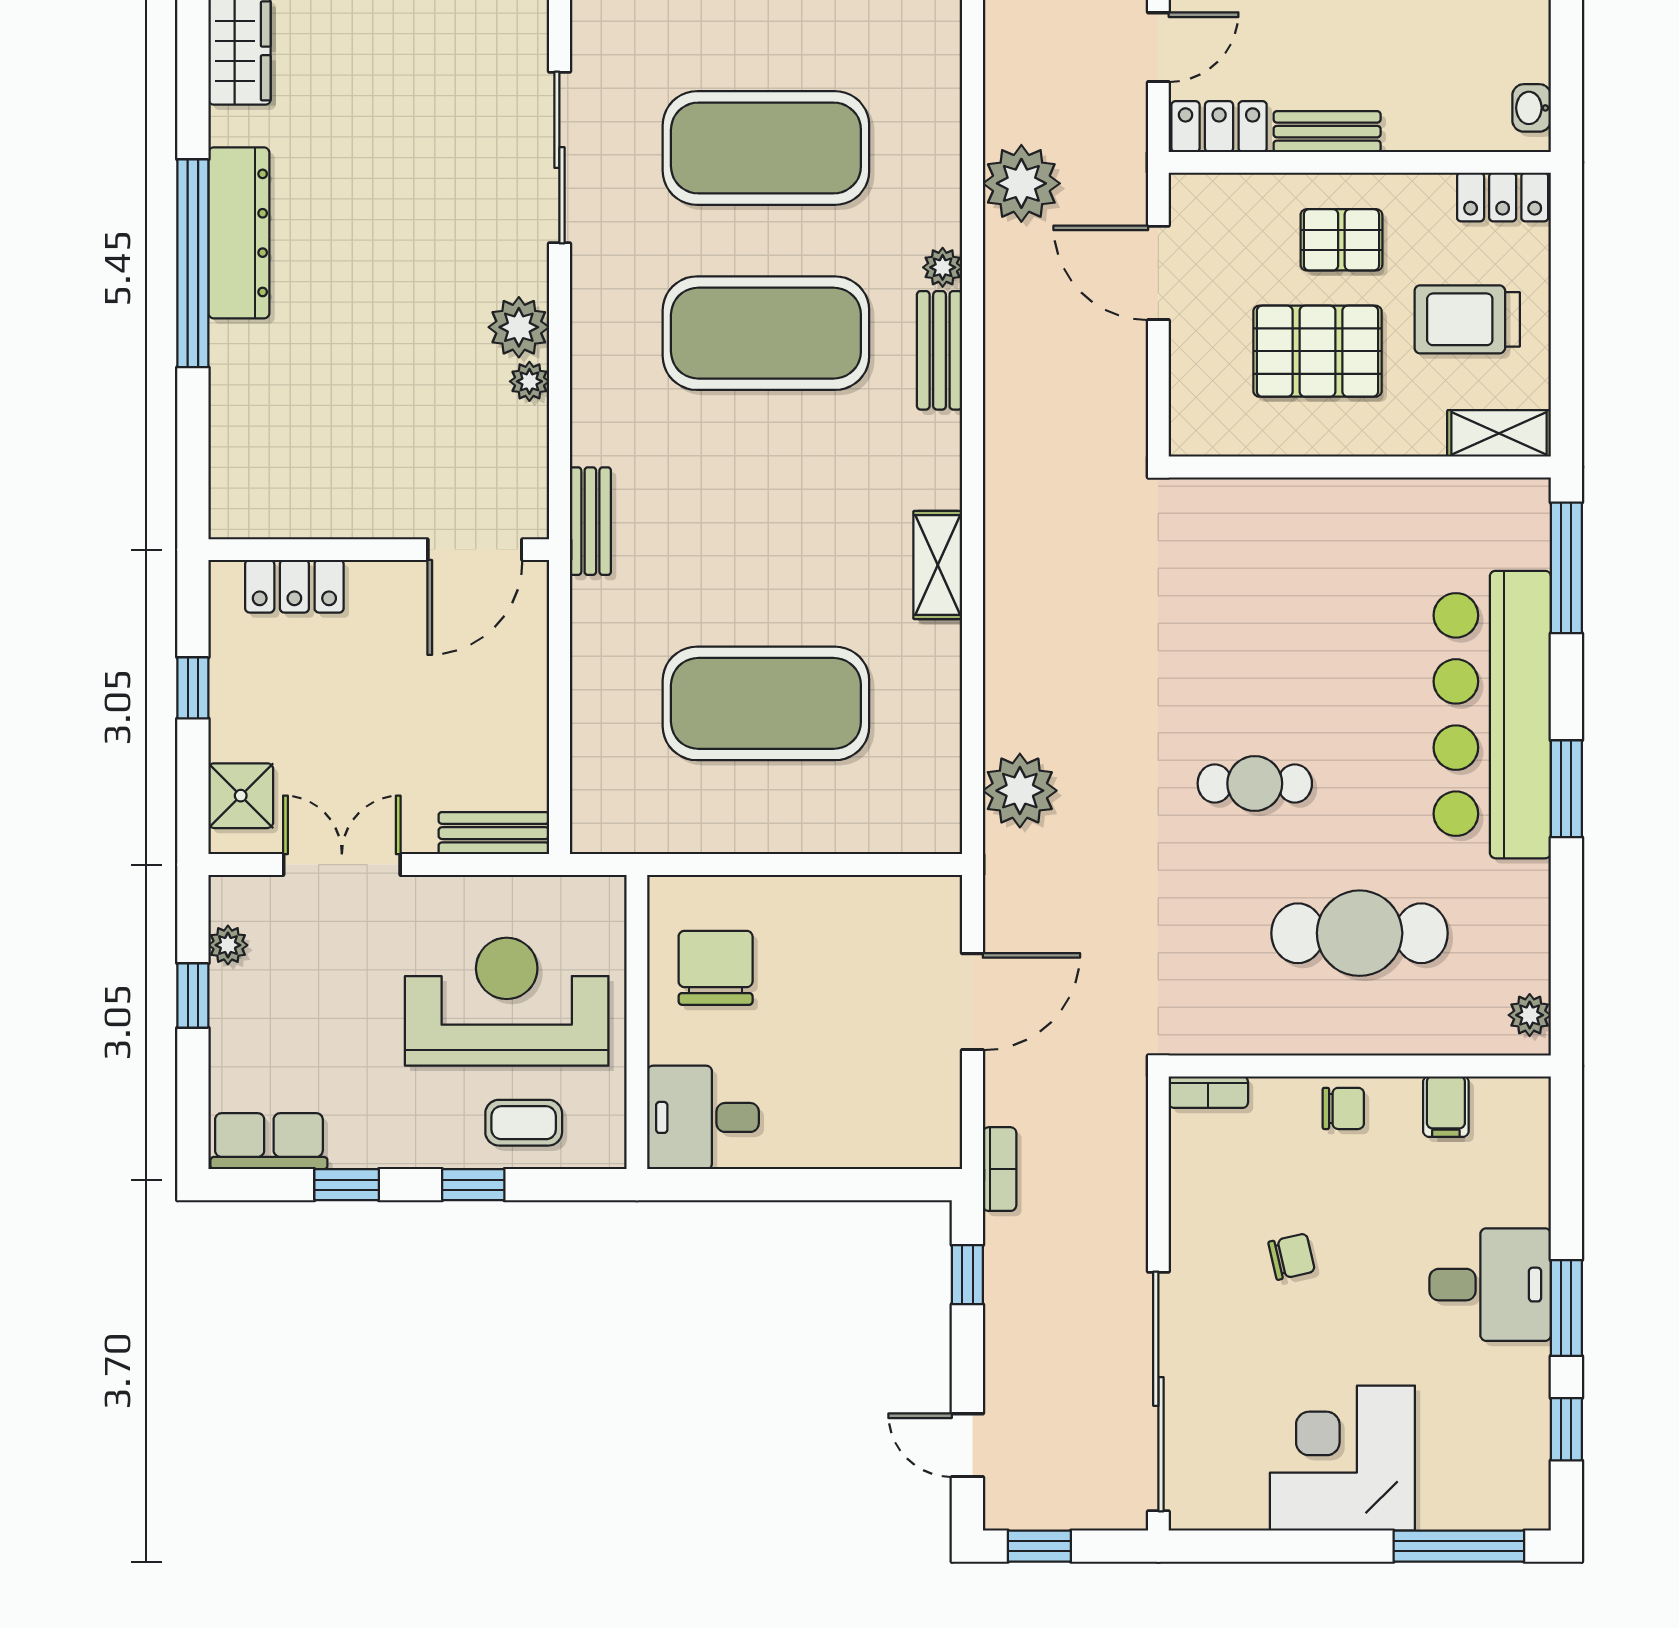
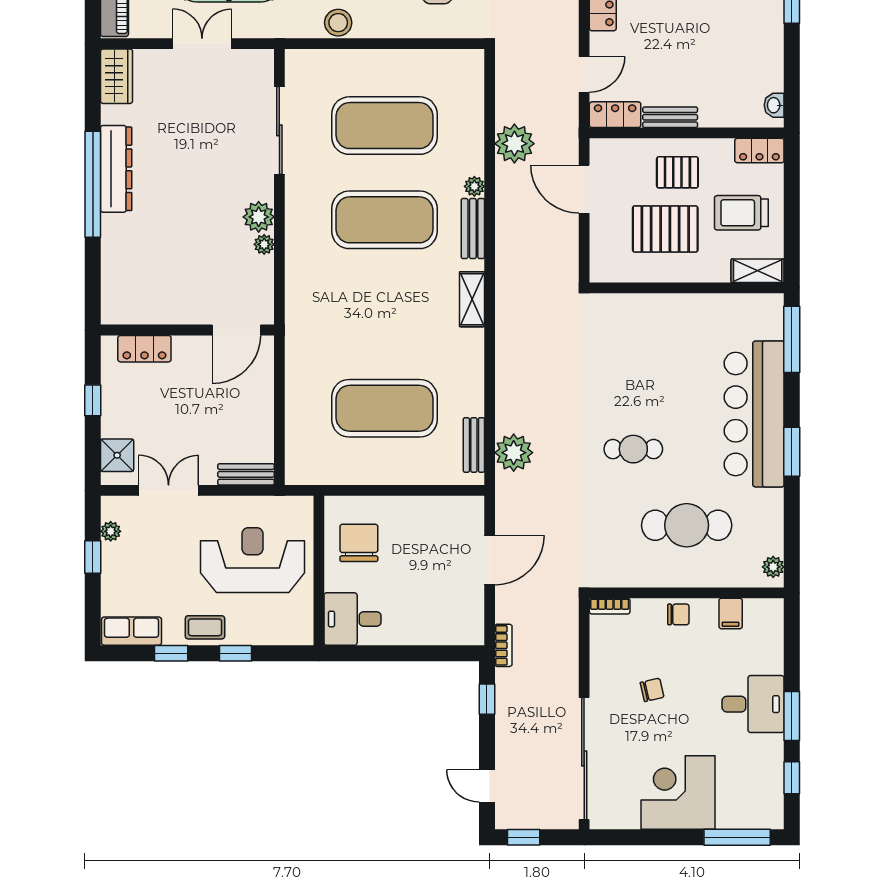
bench: (590, 521) -> (474, 445), moved
shelving: (938, 565) -> (472, 299), moved
coffee table: (524, 1123) -> (205, 627), moved

